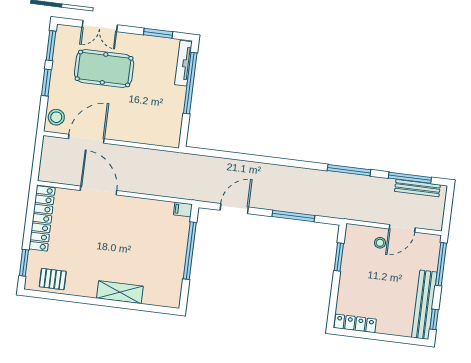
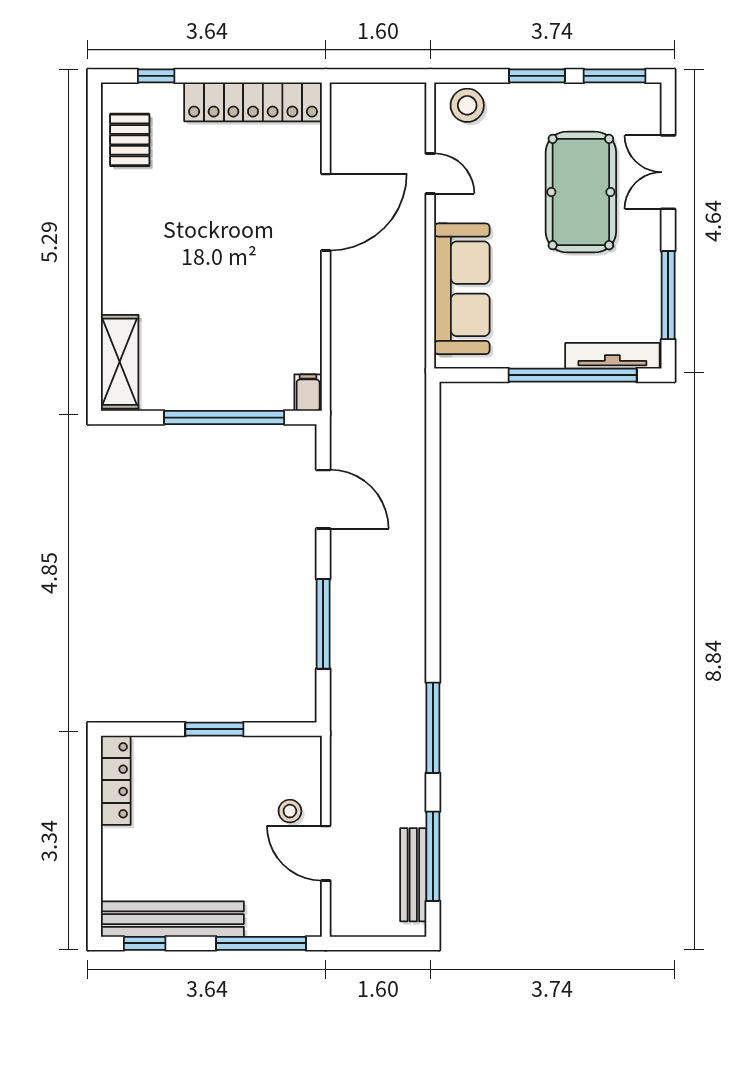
window: (158, 33) -> (668, 295), width x1.44
sofa: (143, 131) -> (462, 289), added
door: (86, 139) -> (430, 173), width x0.53
window: (339, 257) -> (214, 729), moved
window: (24, 263) -> (156, 76), width x0.67
shelving: (120, 292) -> (120, 362), moved

